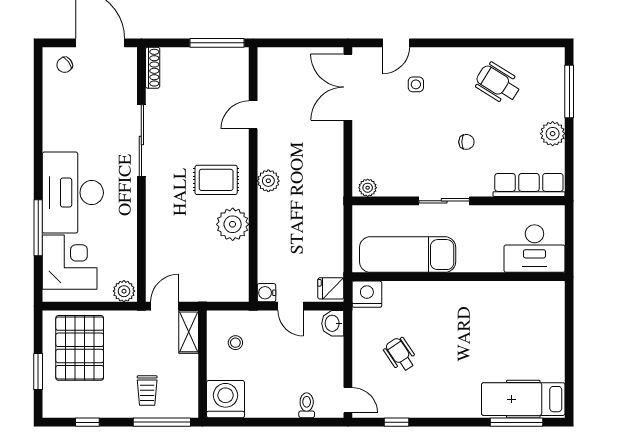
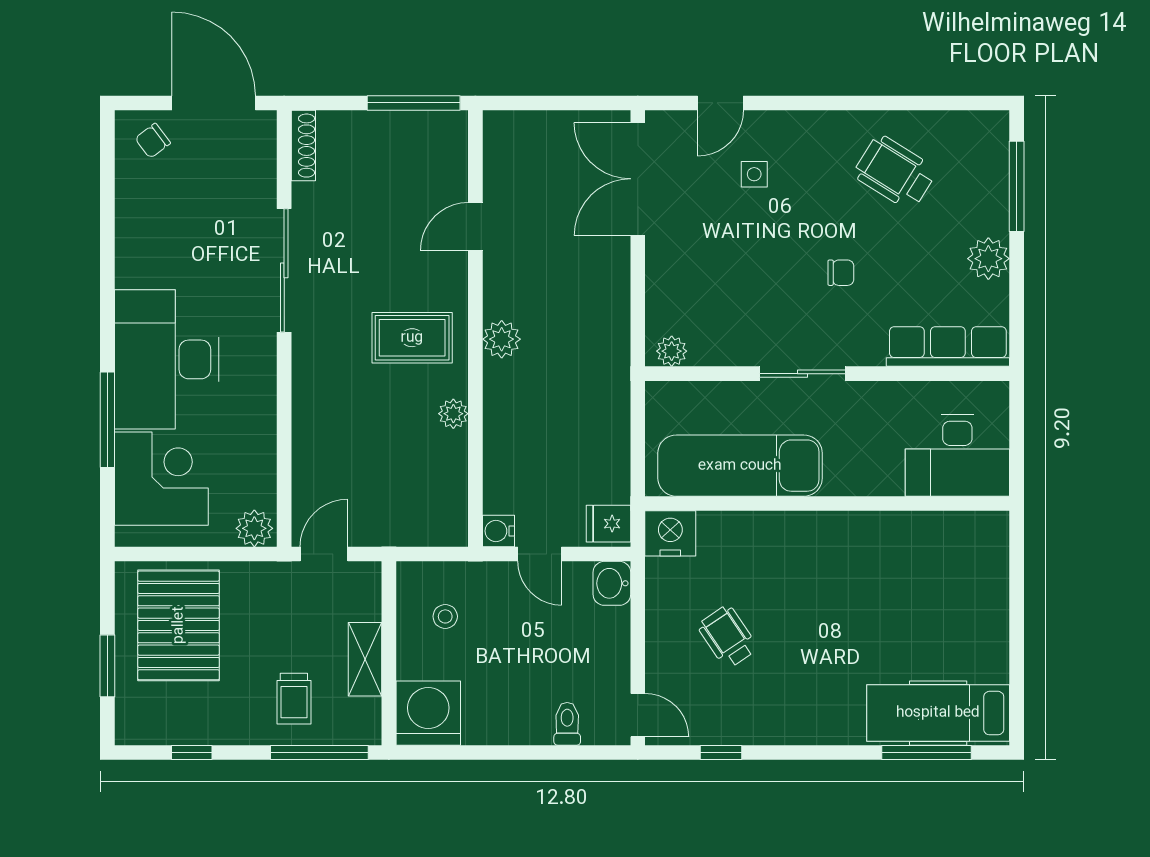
plant: (233, 224) -> (453, 414), width x0.53, depth x0.53
shelving: (189, 332) -> (365, 659), moved

